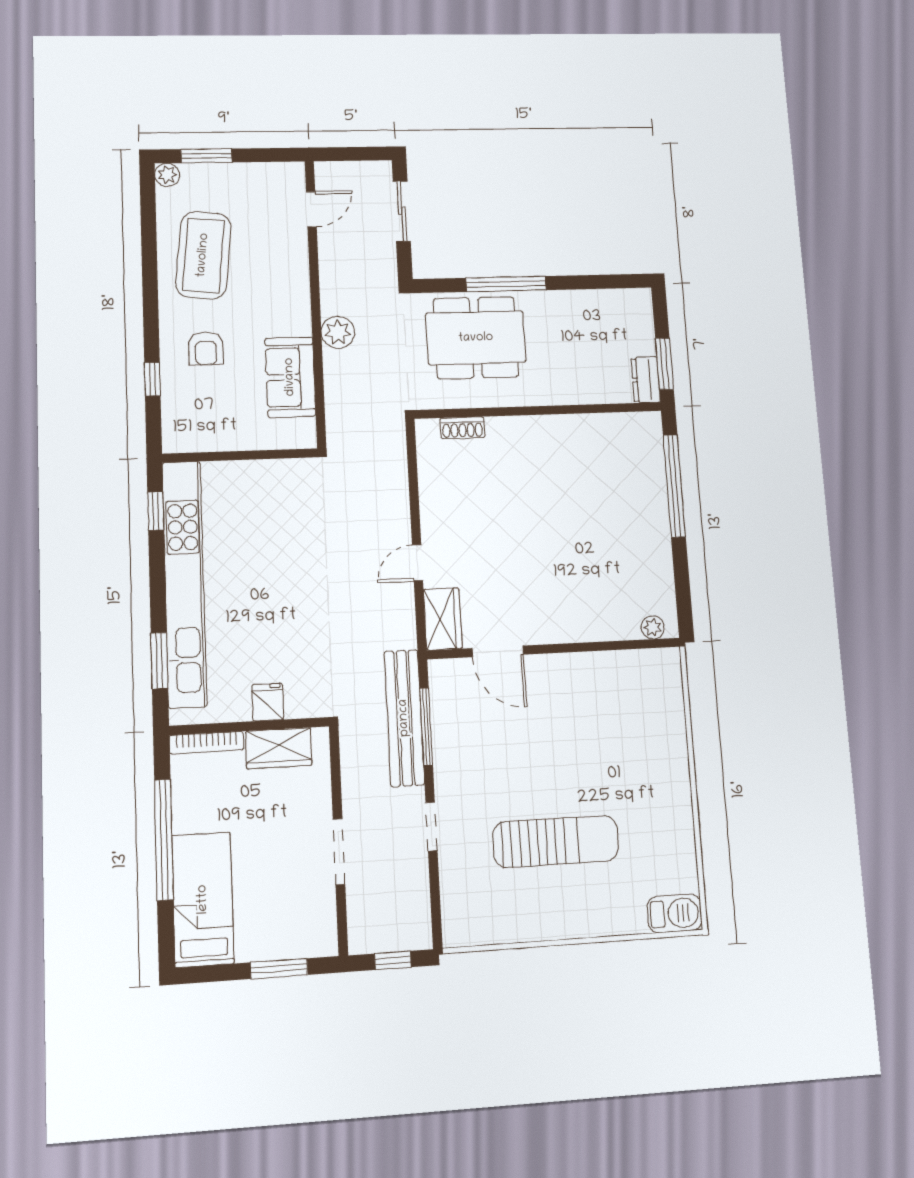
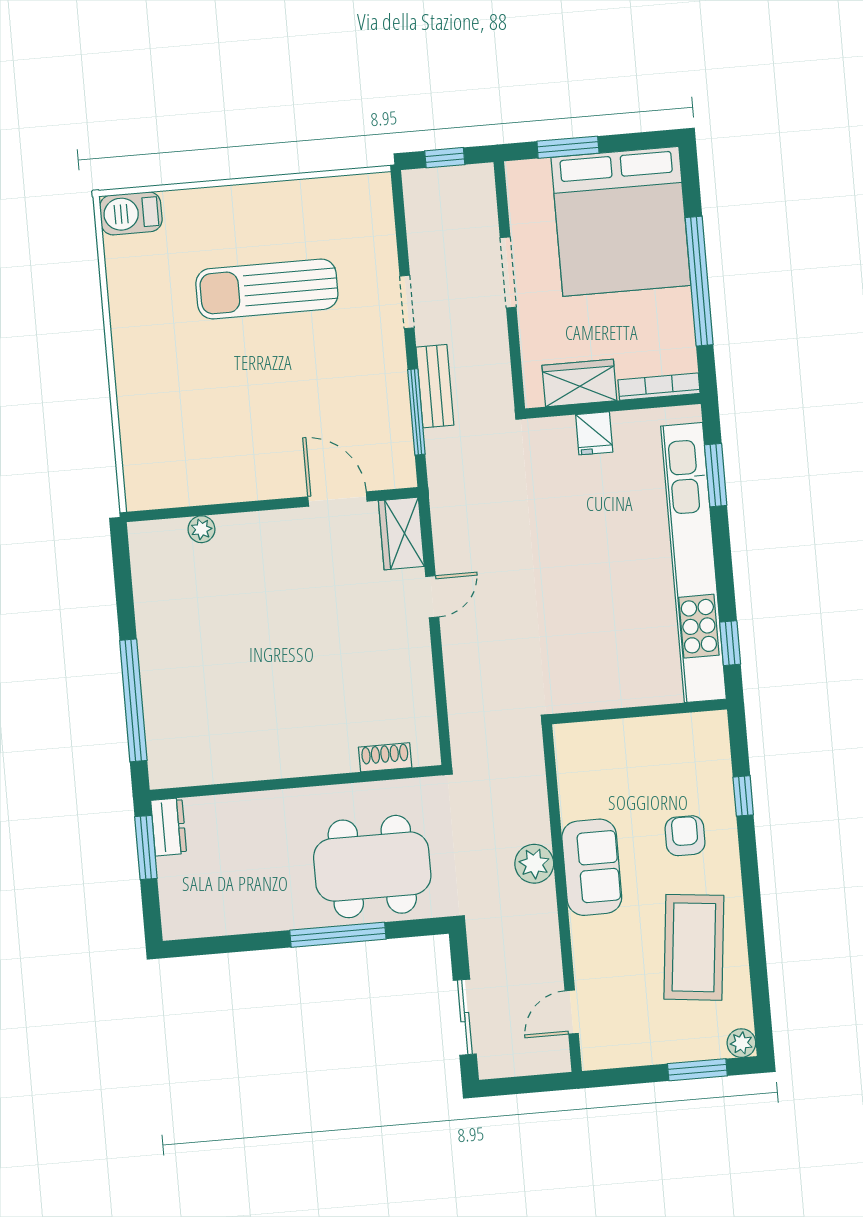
sofa: (290, 377) -> (592, 867), moved
plant: (653, 627) -> (201, 529), moved
bench: (404, 718) -> (435, 386), width x0.54, depth x0.82
bed: (203, 899) -> (621, 221), width x2.04

